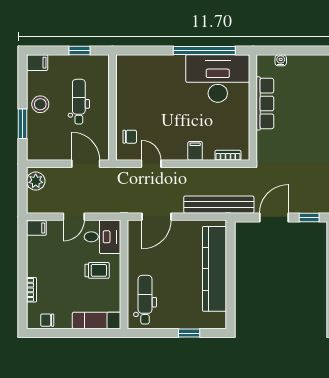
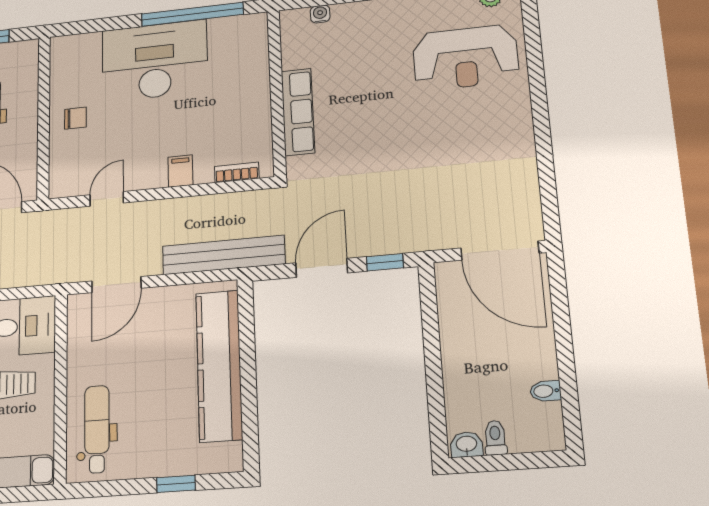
desk: (218, 79) -> (155, 61), moved
row of seats: (265, 103) -> (298, 112), moved
chair: (130, 137) -> (75, 118), moved
door: (151, 164) -> (107, 199), hinge flipped

